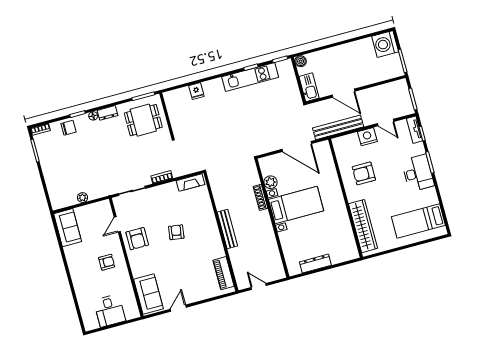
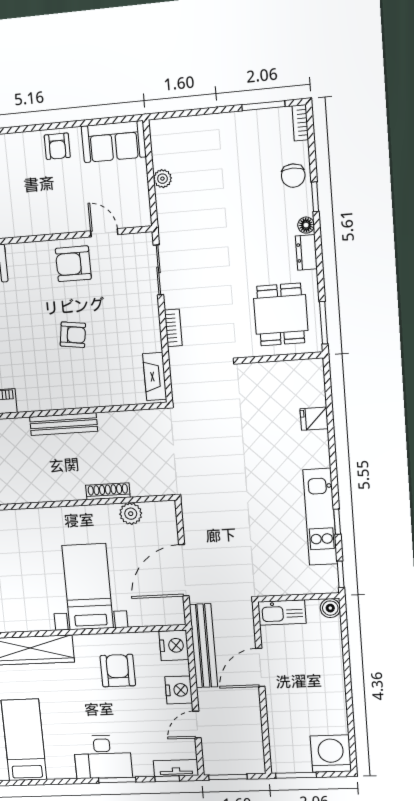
nightstand: (342, 144) -> (174, 645), added
bed with nightstands: (296, 205) -> (88, 587), moved, turned 180
armchair: (107, 262) -> (57, 146), moved

